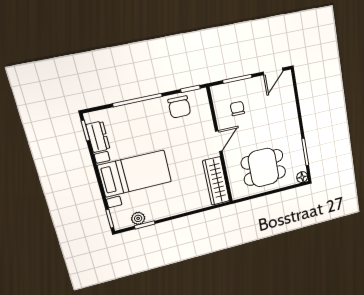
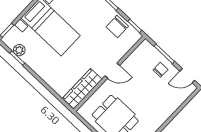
chair: (237, 109) -> (160, 70), moved

